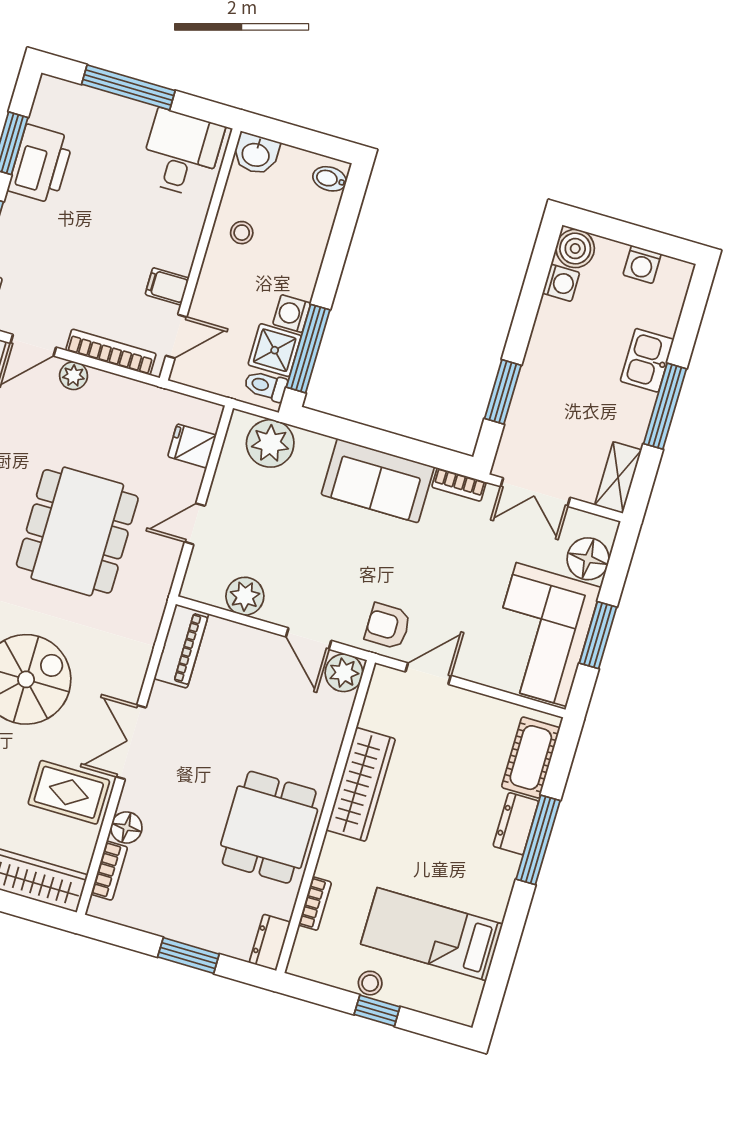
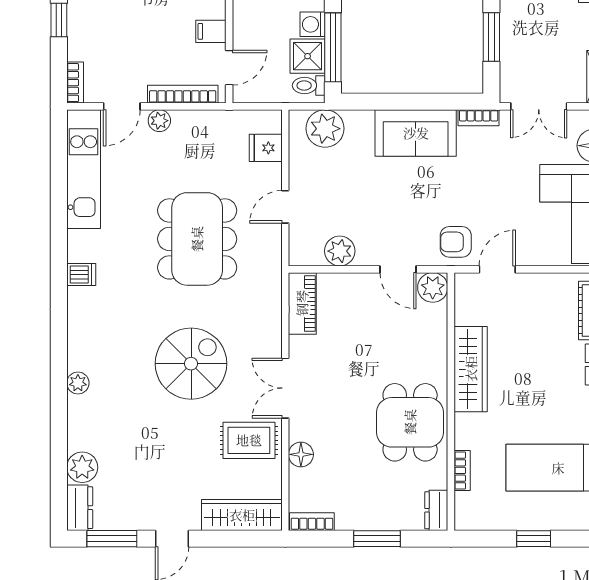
bookcase: (109, 871) -> (312, 522), moved, turned -90
stool: (370, 983) -> (522, 519), removed

